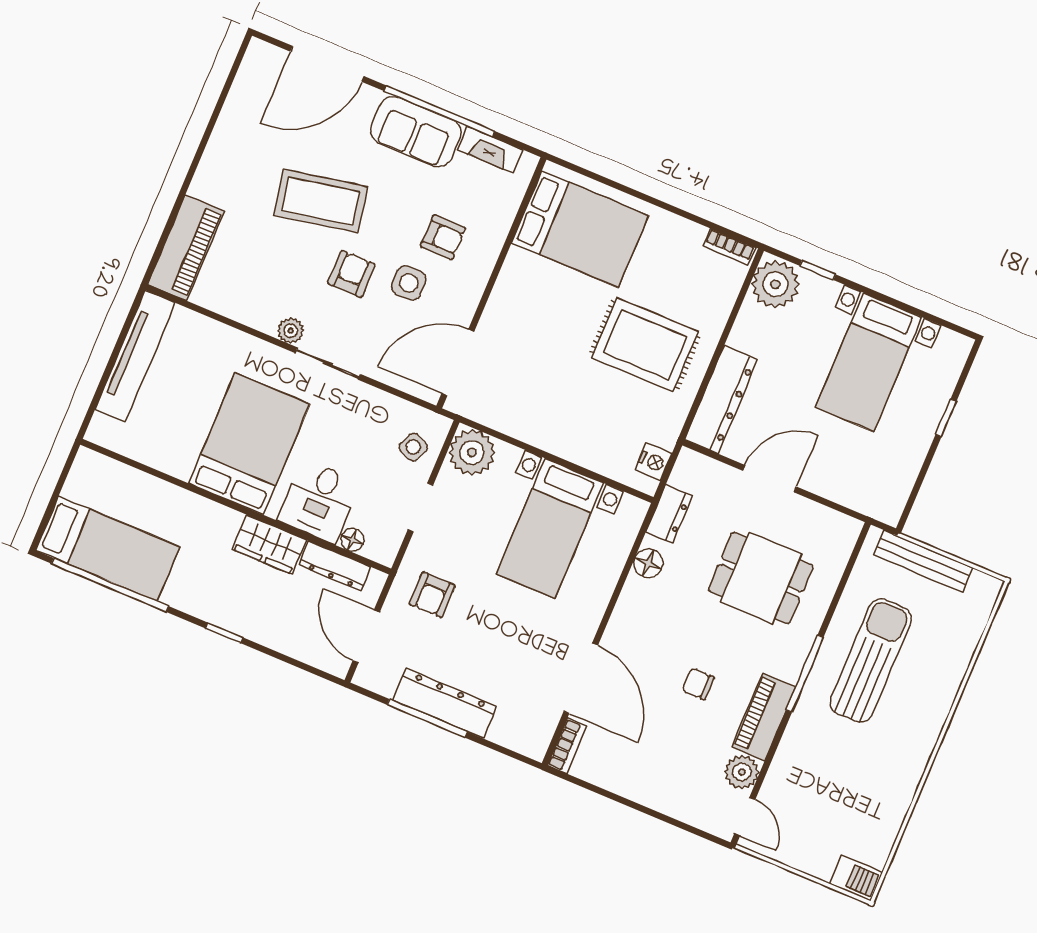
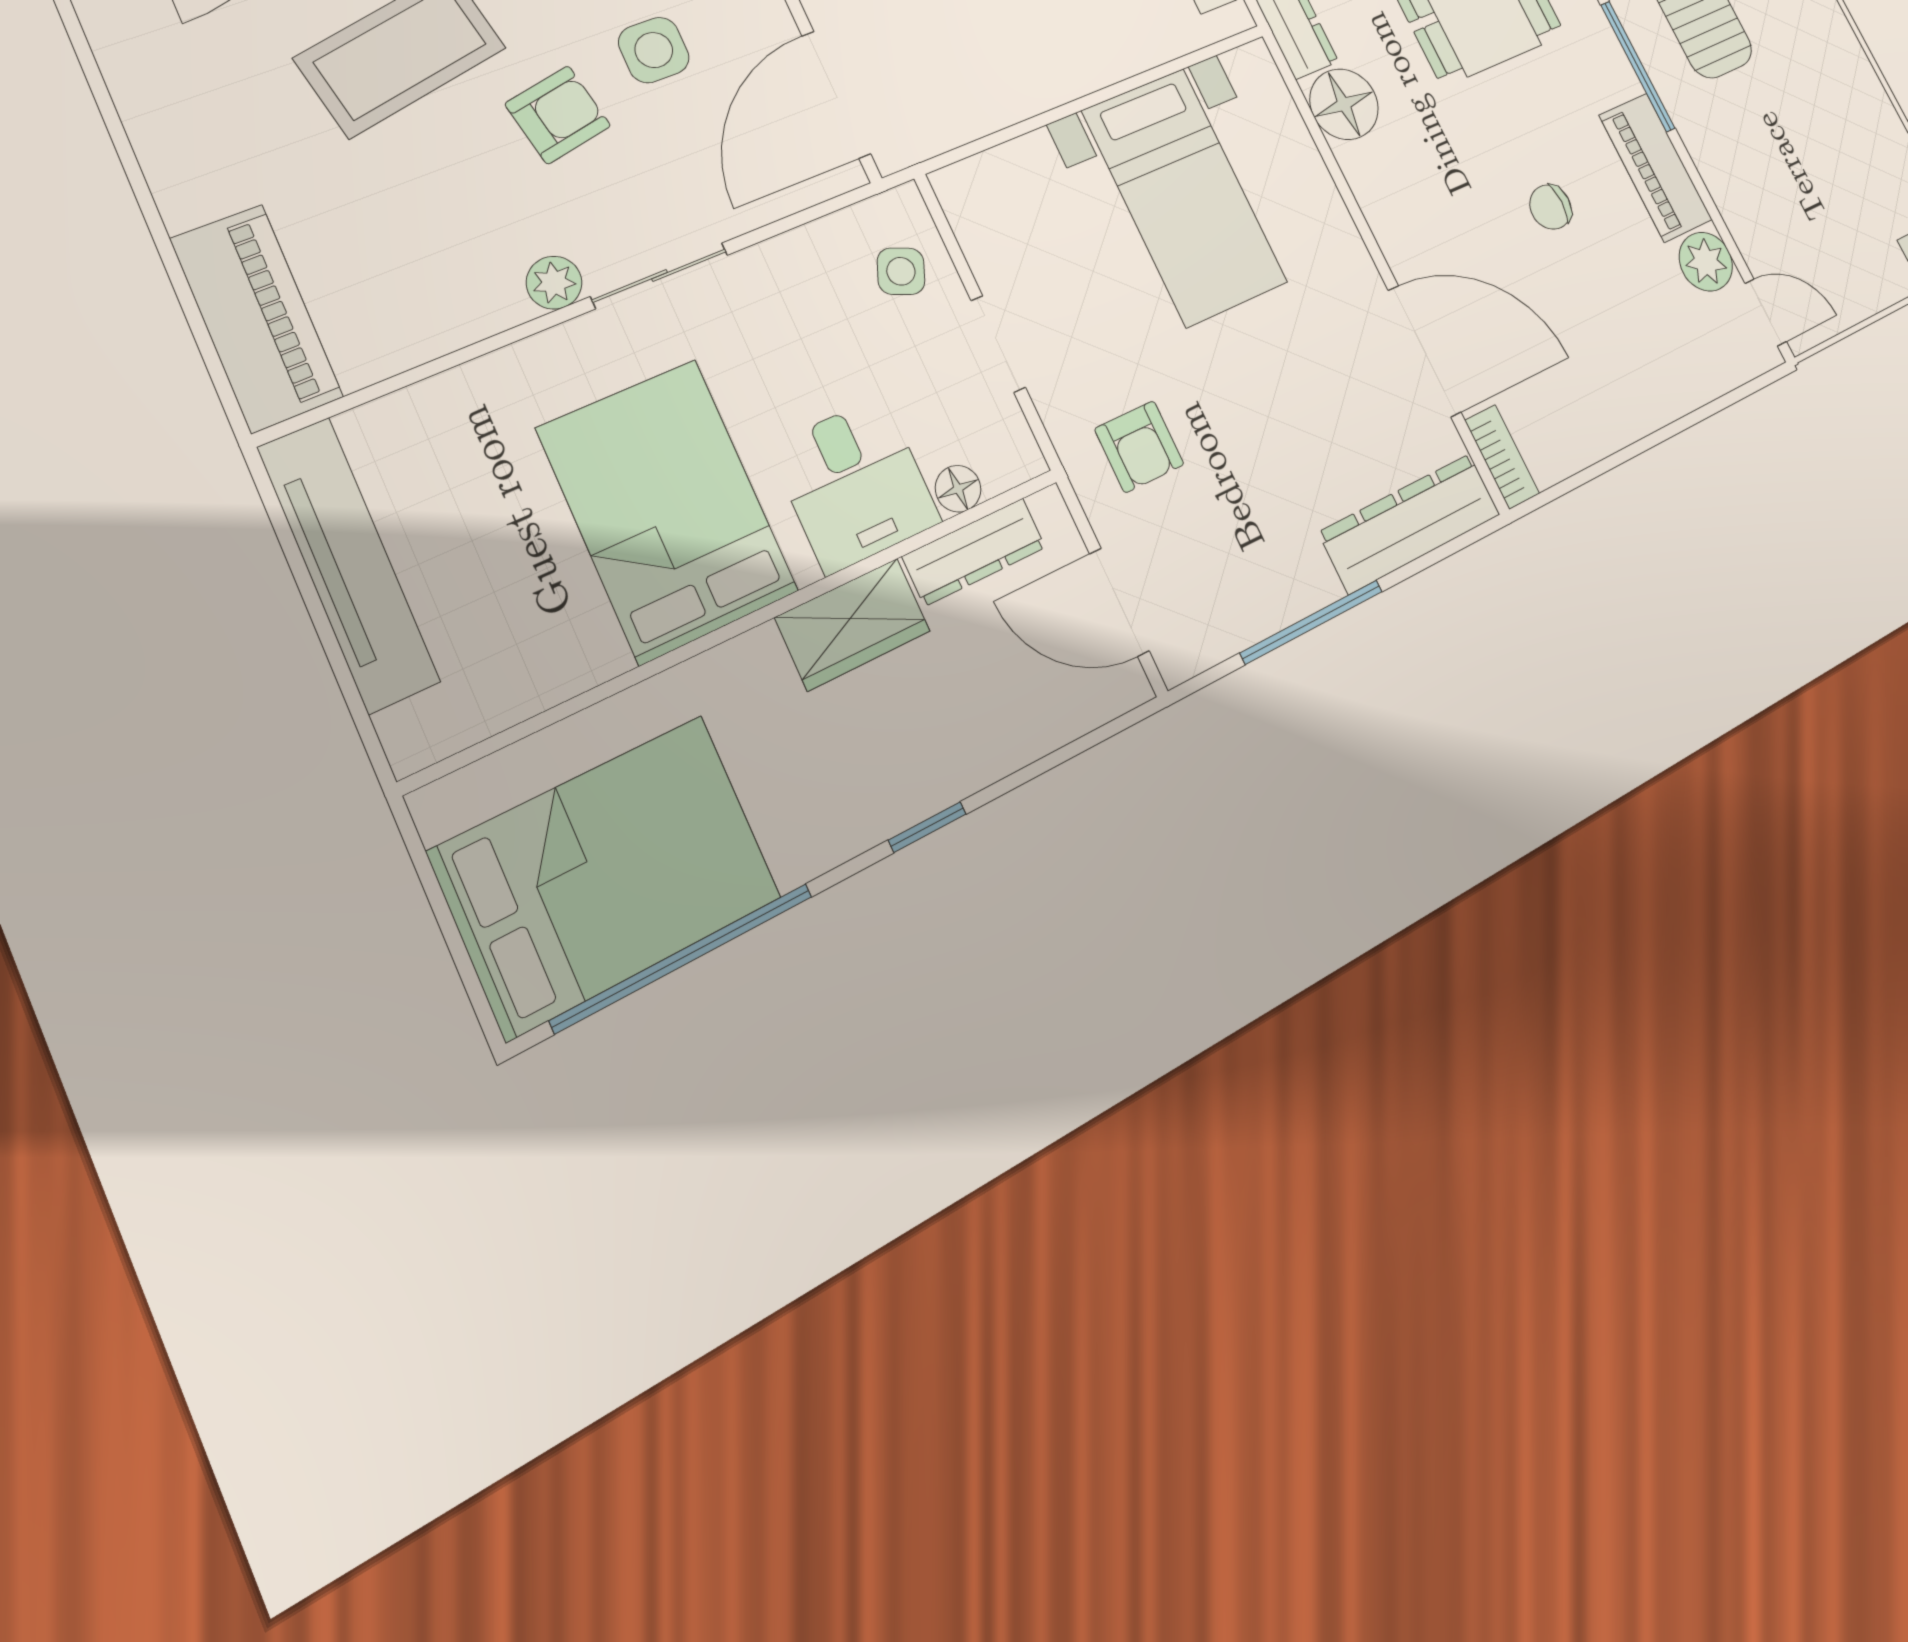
armchair: (351, 274) -> (558, 115), turned 79
plant: (472, 452) -> (984, 198), removed
bed: (108, 549) -> (606, 875), width x1.50
floor lamp: (648, 563) -> (1344, 104), width x1.38, depth x1.38
dresser: (445, 703) -> (1410, 523), moved

